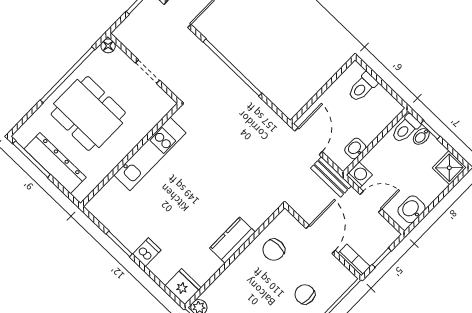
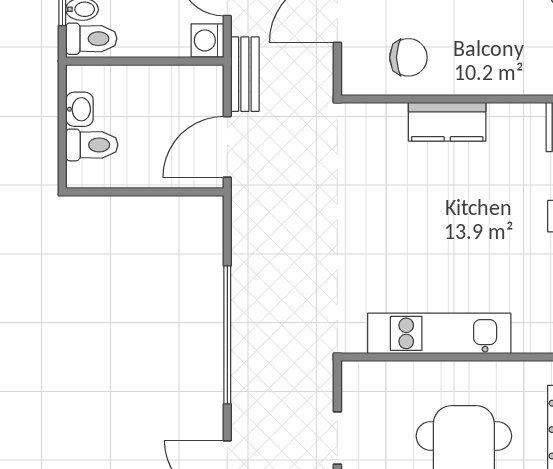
washbasin: (355, 149) -> (79, 109), moved, turned -90

